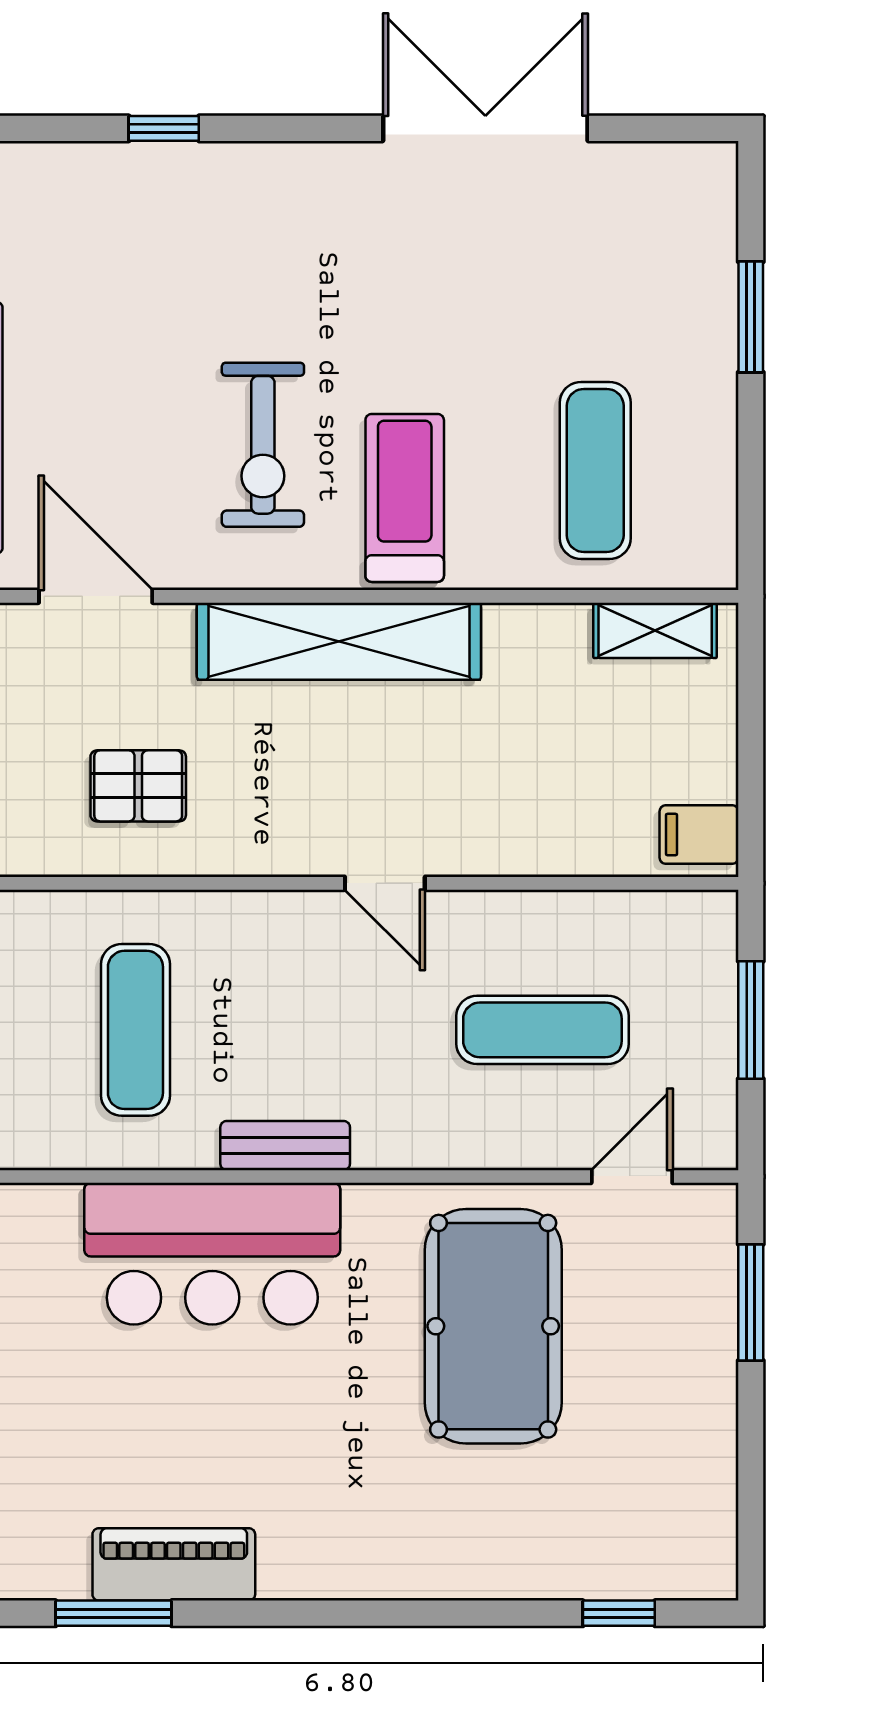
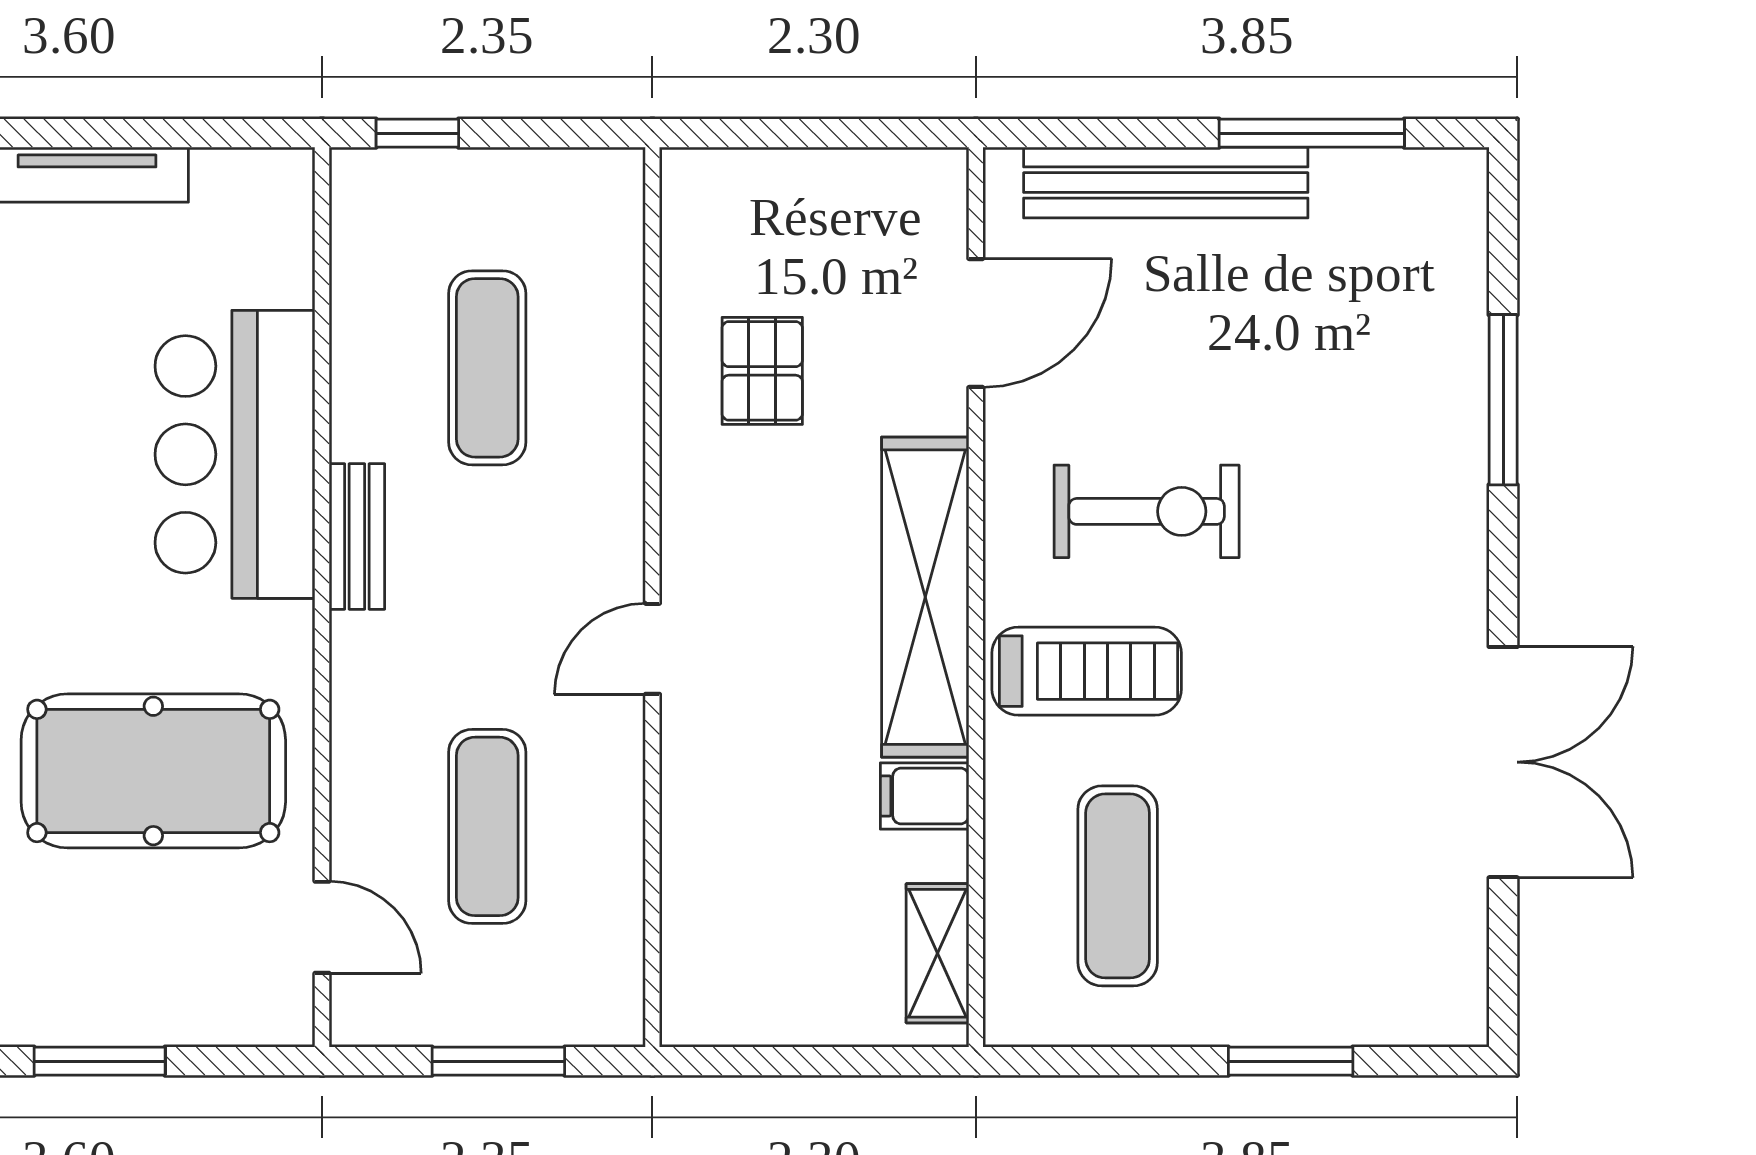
window: (164, 128) -> (1503, 400), width x2.17
exercise bike: (263, 445) -> (1147, 511), turned 180
exercise mat: (595, 470) -> (1118, 886), turned 90
filing cabinet: (699, 835) -> (925, 796), moved, turned -90
exercise mat: (135, 1030) -> (487, 368), turned 90
window: (751, 1302) -> (100, 1061), moved

